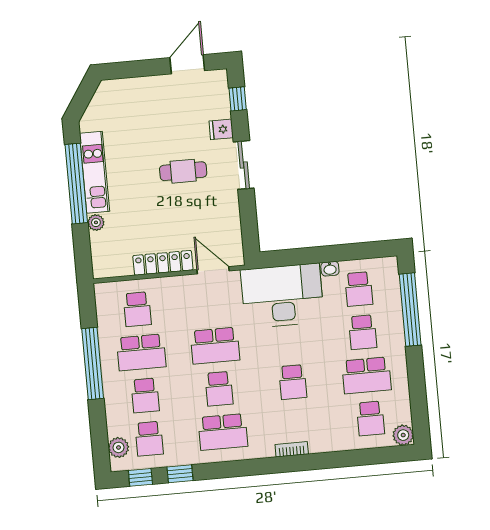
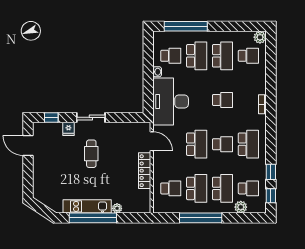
door: (213, 270) -> (152, 141), swing flipped
school desk: (363, 332) -> (197, 56), width x1.85
school desk: (145, 395) -> (223, 188), width x1.85
plant: (119, 447) -> (241, 207), moved

